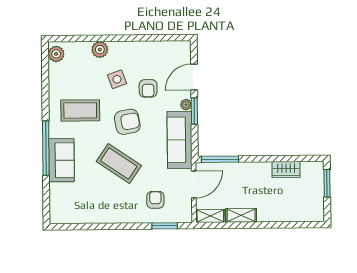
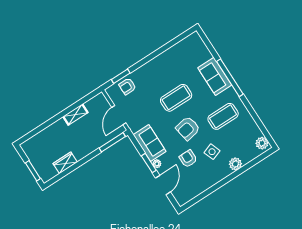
sofa: (180, 140) -> (150, 143), width x0.73
coffee table: (119, 164) -> (176, 98), turned -34
armchair: (155, 200) -> (127, 86), moved, turned 90
shelving: (210, 216) -> (95, 101), removed

